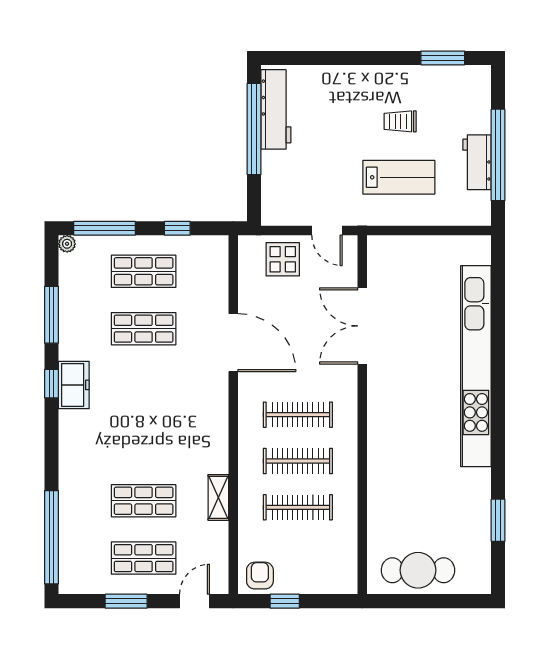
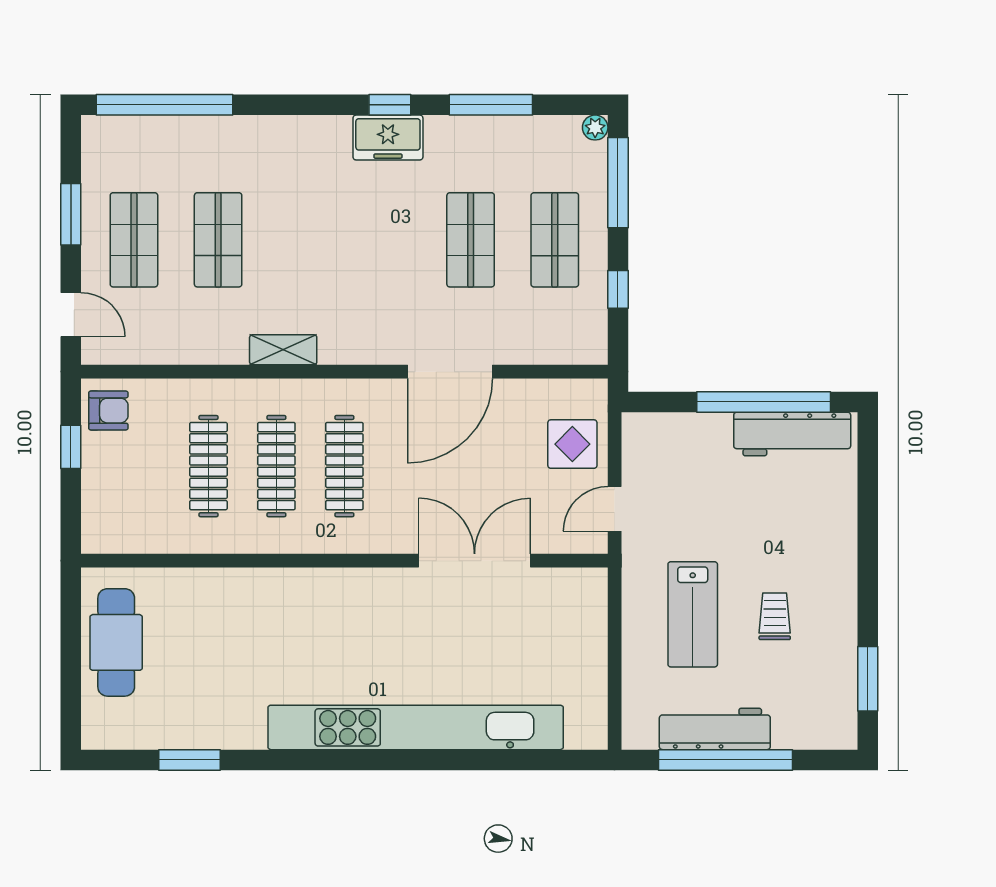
workbench: (477, 162) -> (715, 729), width x1.38
shelving: (218, 497) -> (283, 350), moved

